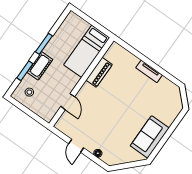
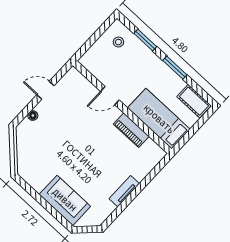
cot: (40, 66) -> (194, 101), moved
door: (68, 102) -> (110, 96), moved
sofa: (150, 137) -> (65, 200), moved

